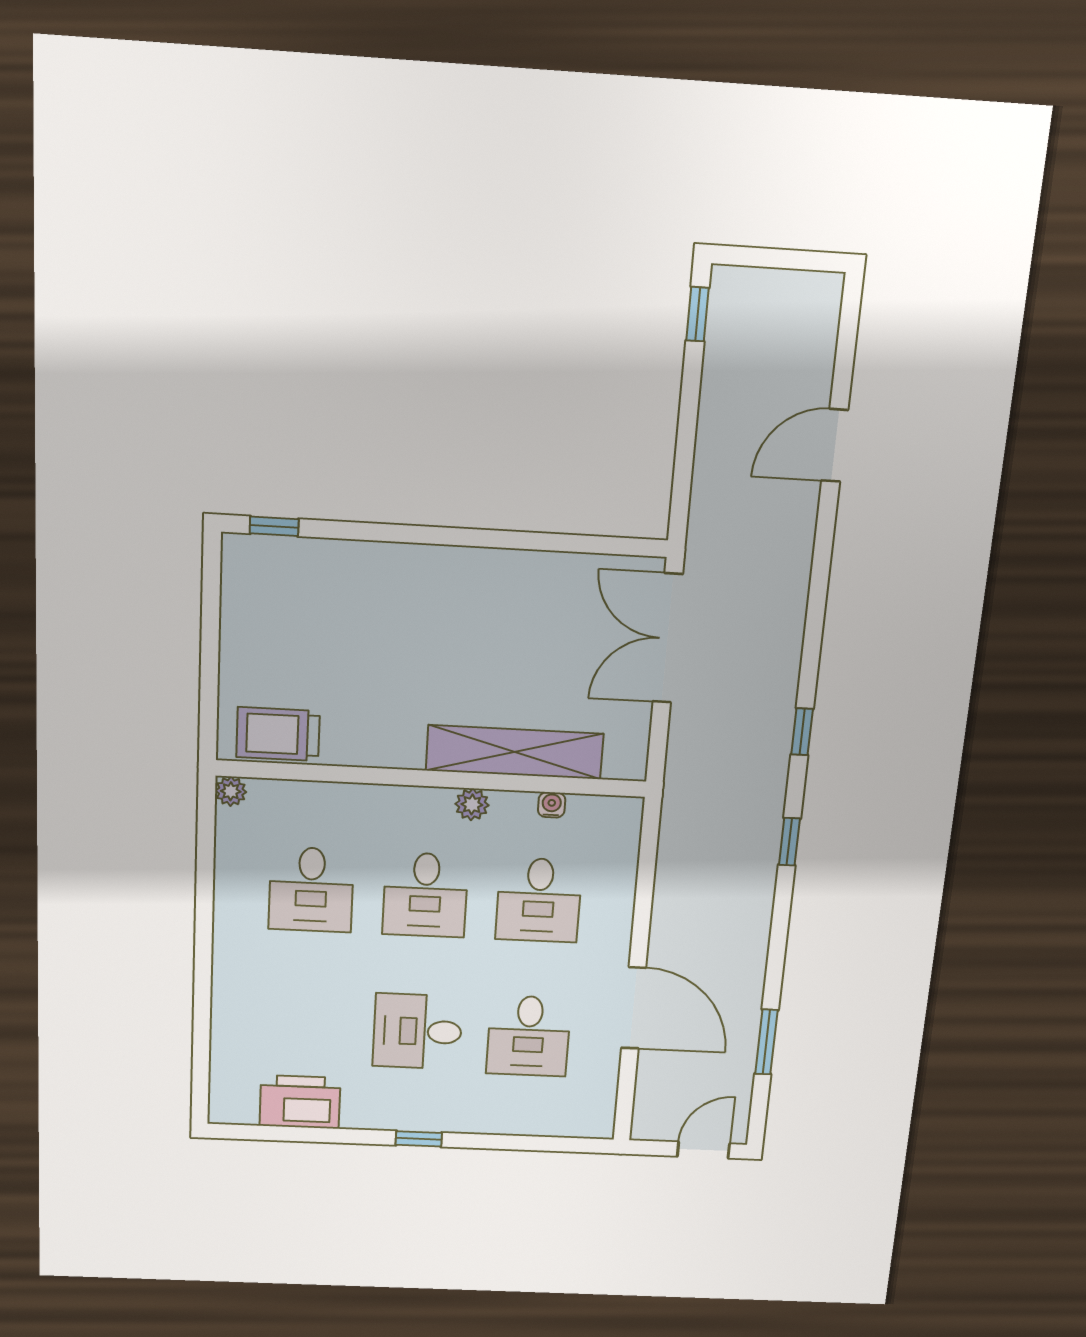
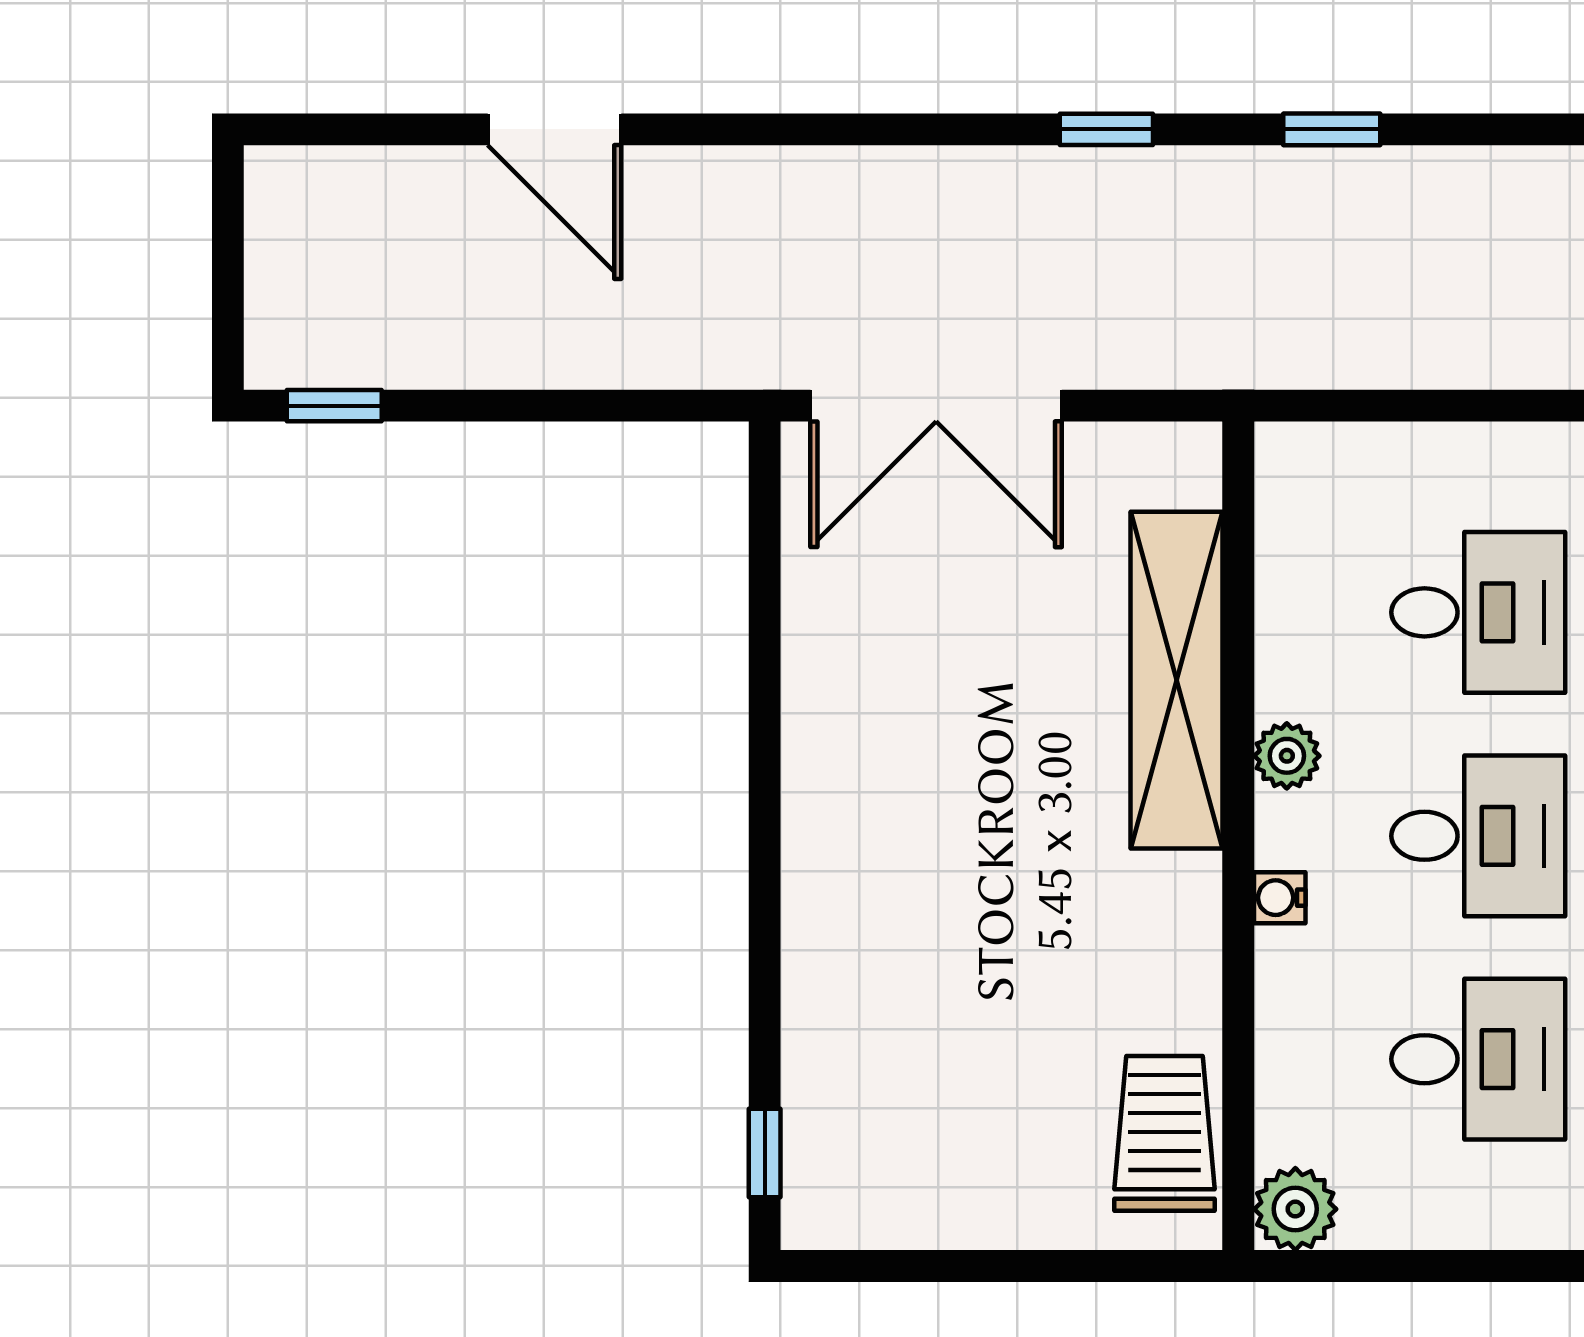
trolley: (278, 734) -> (1164, 1133), turned 180
plant: (231, 791) -> (1295, 1209), width x1.38, depth x1.38
water cooler: (552, 805) -> (1280, 898), moved

